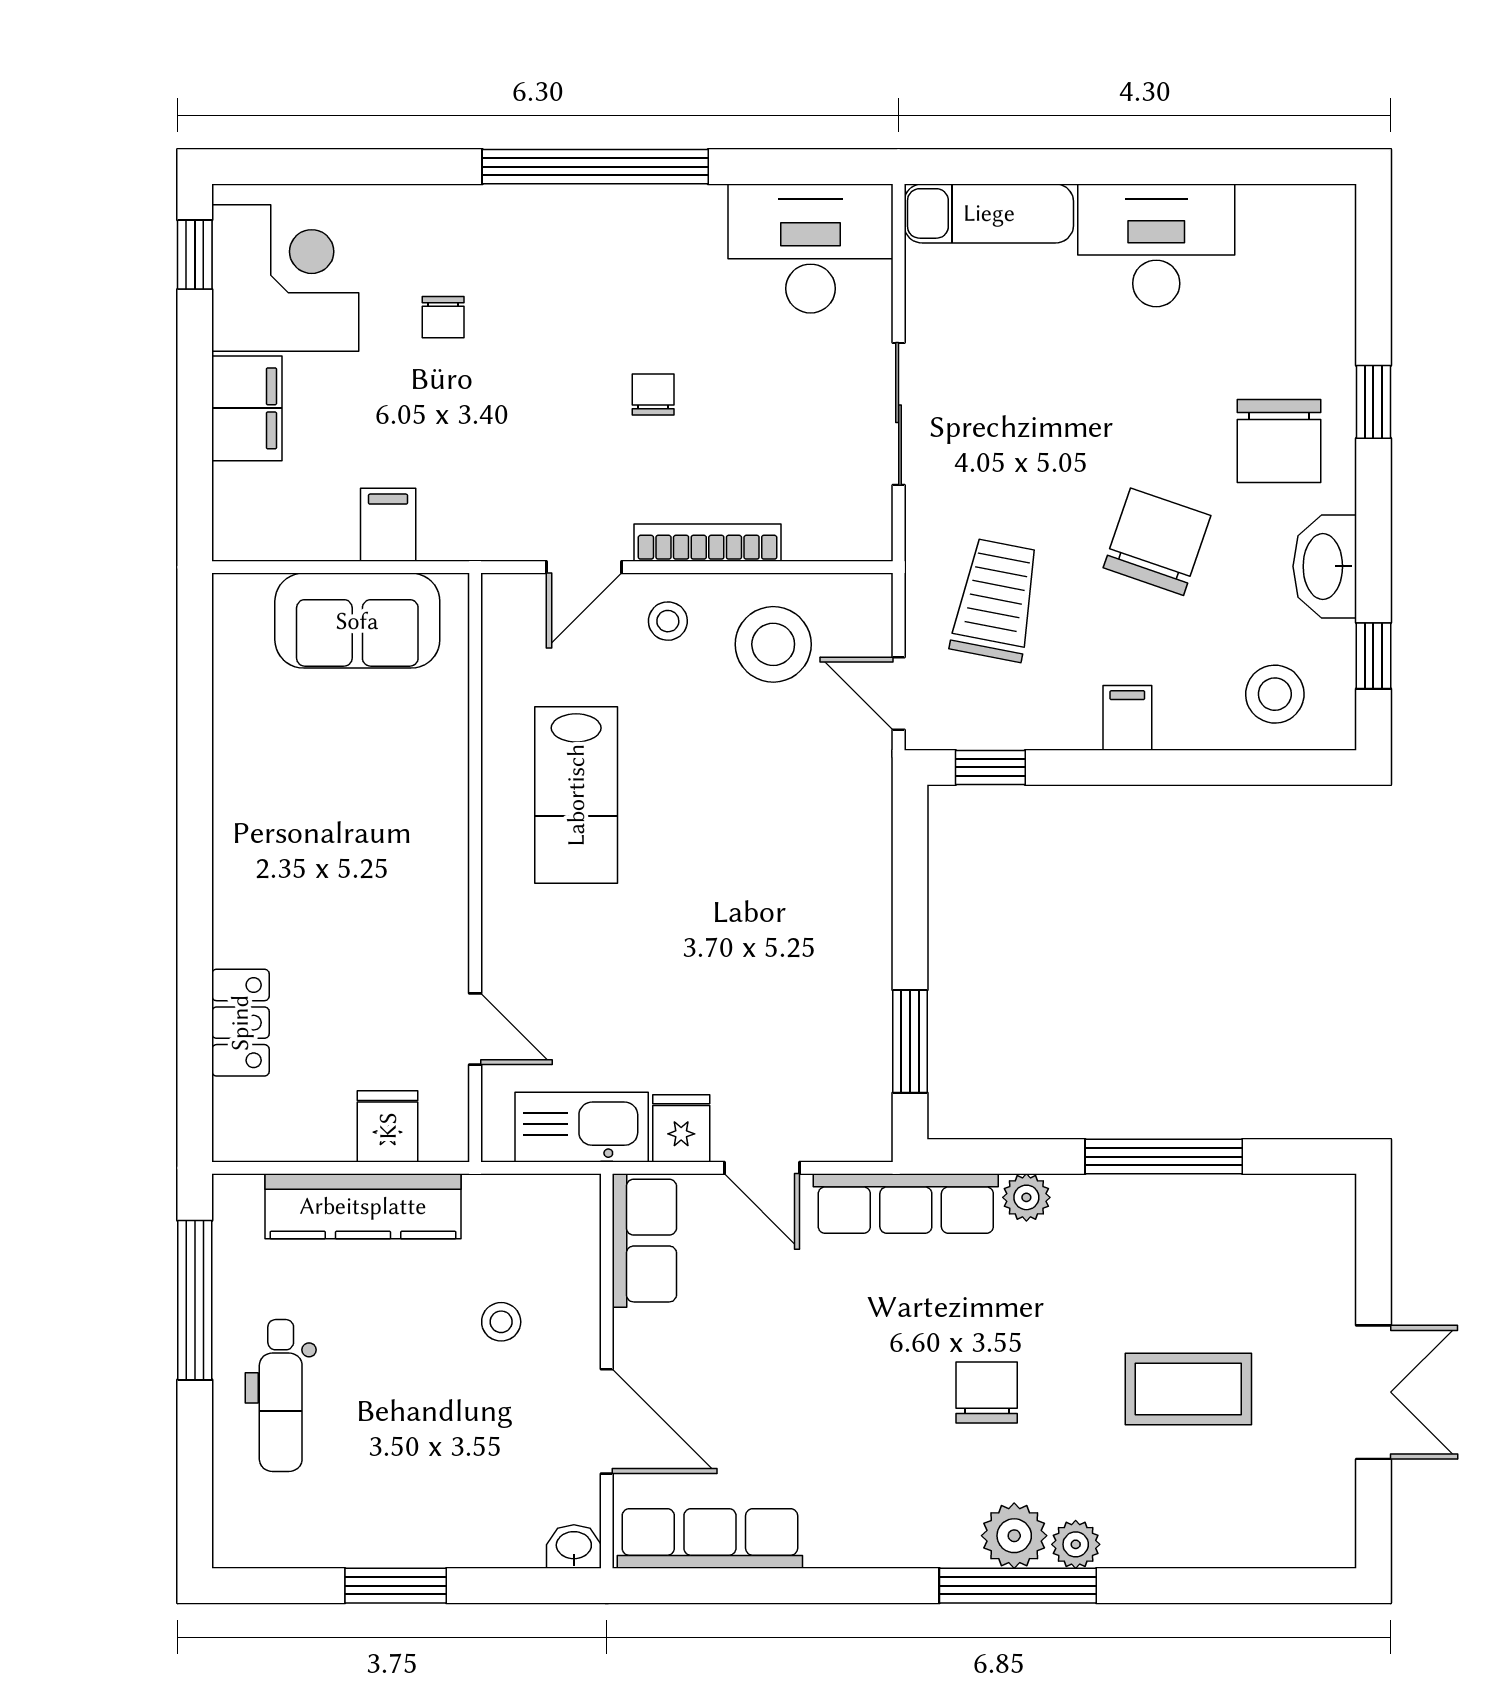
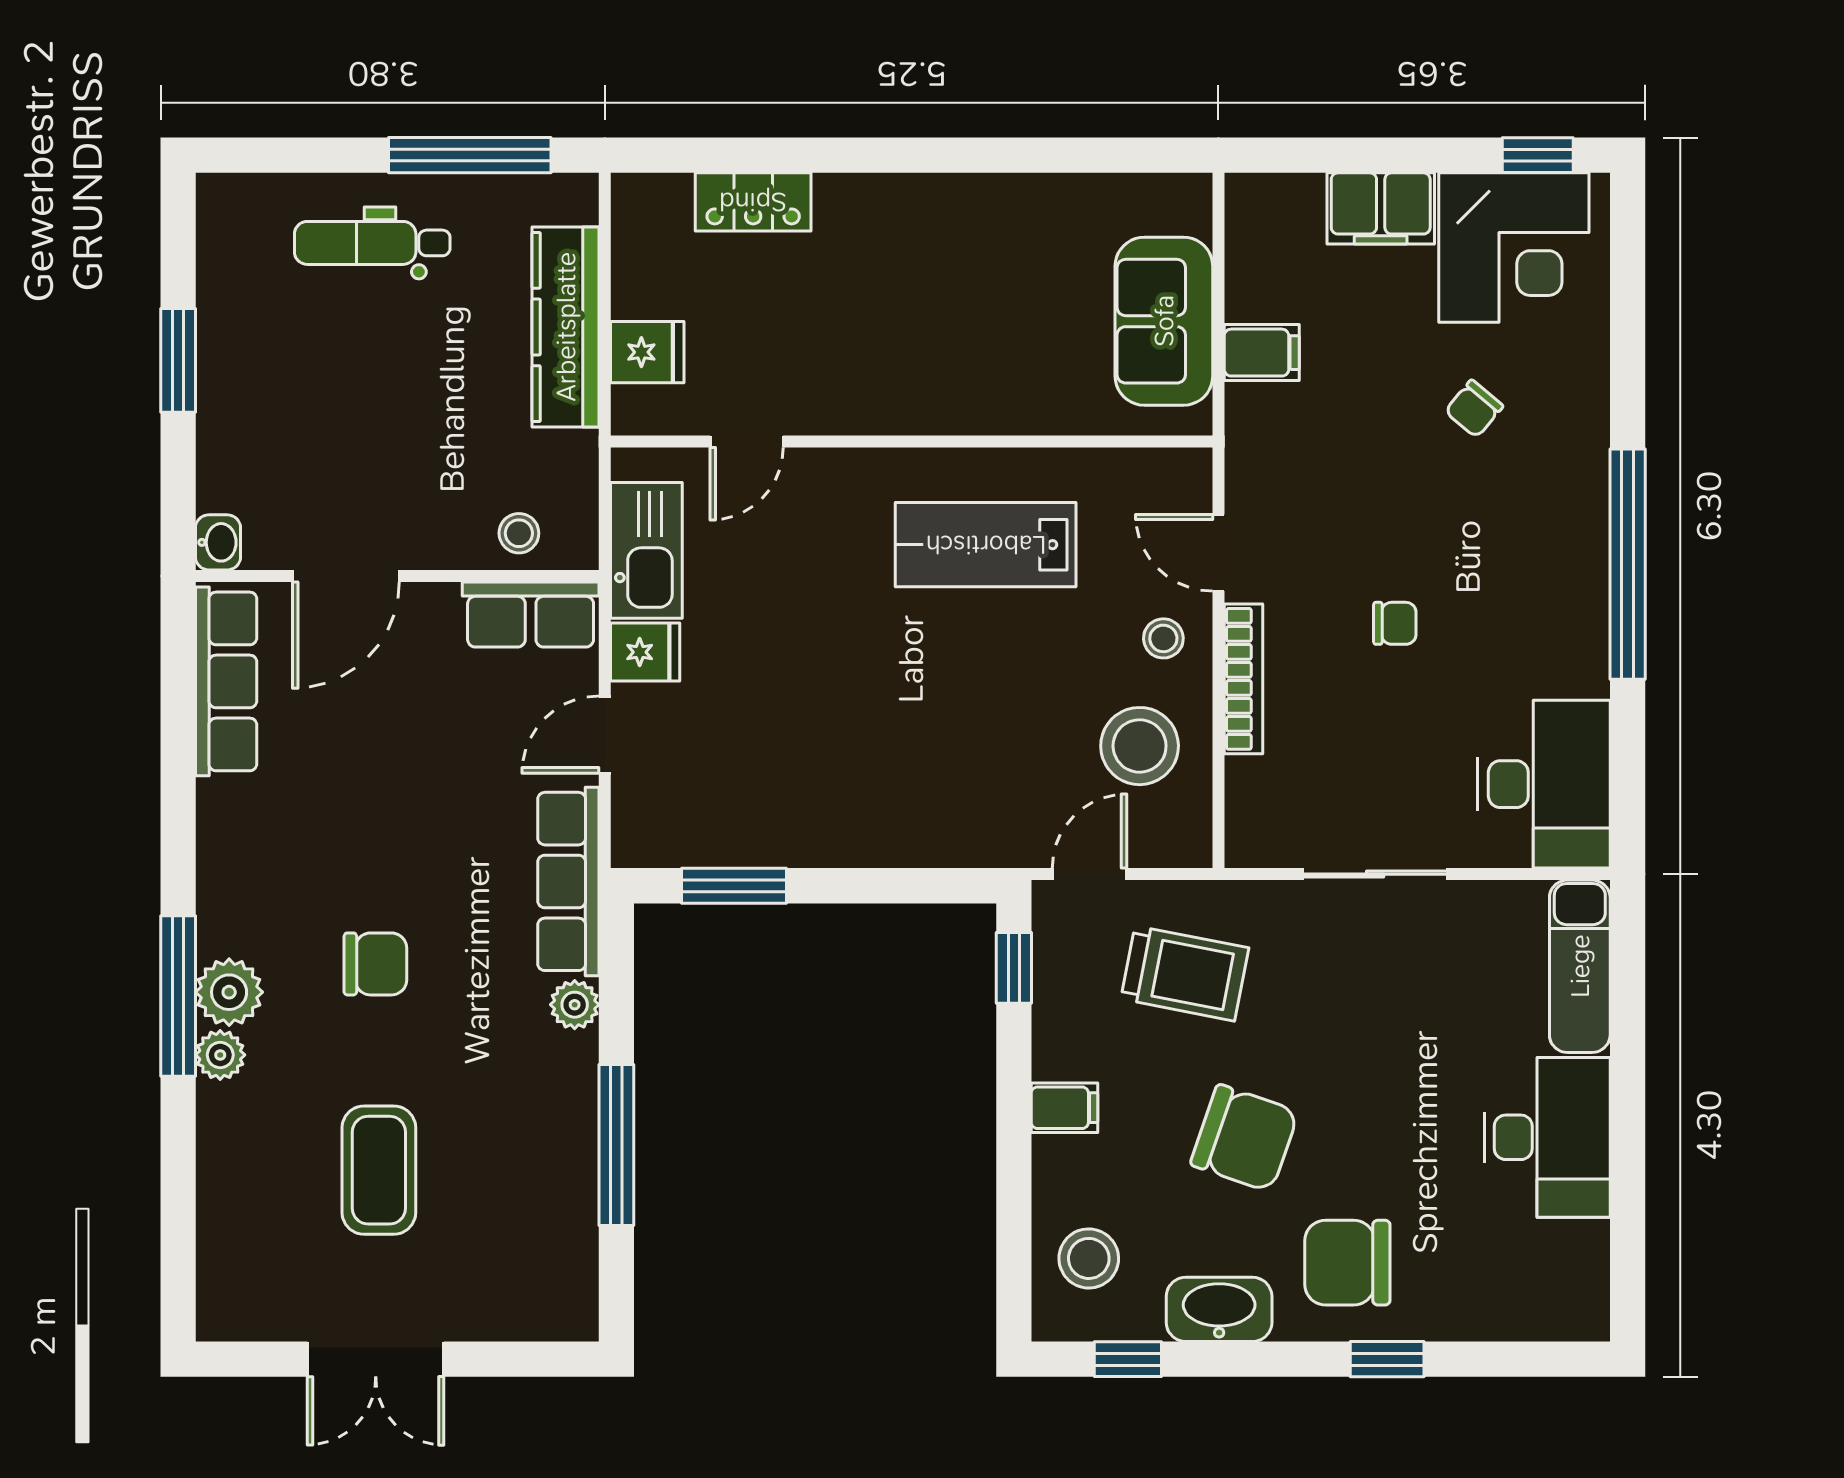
chair: (443, 317) -> (1474, 409), turned -50
stool: (501, 1322) -> (519, 533), moved

